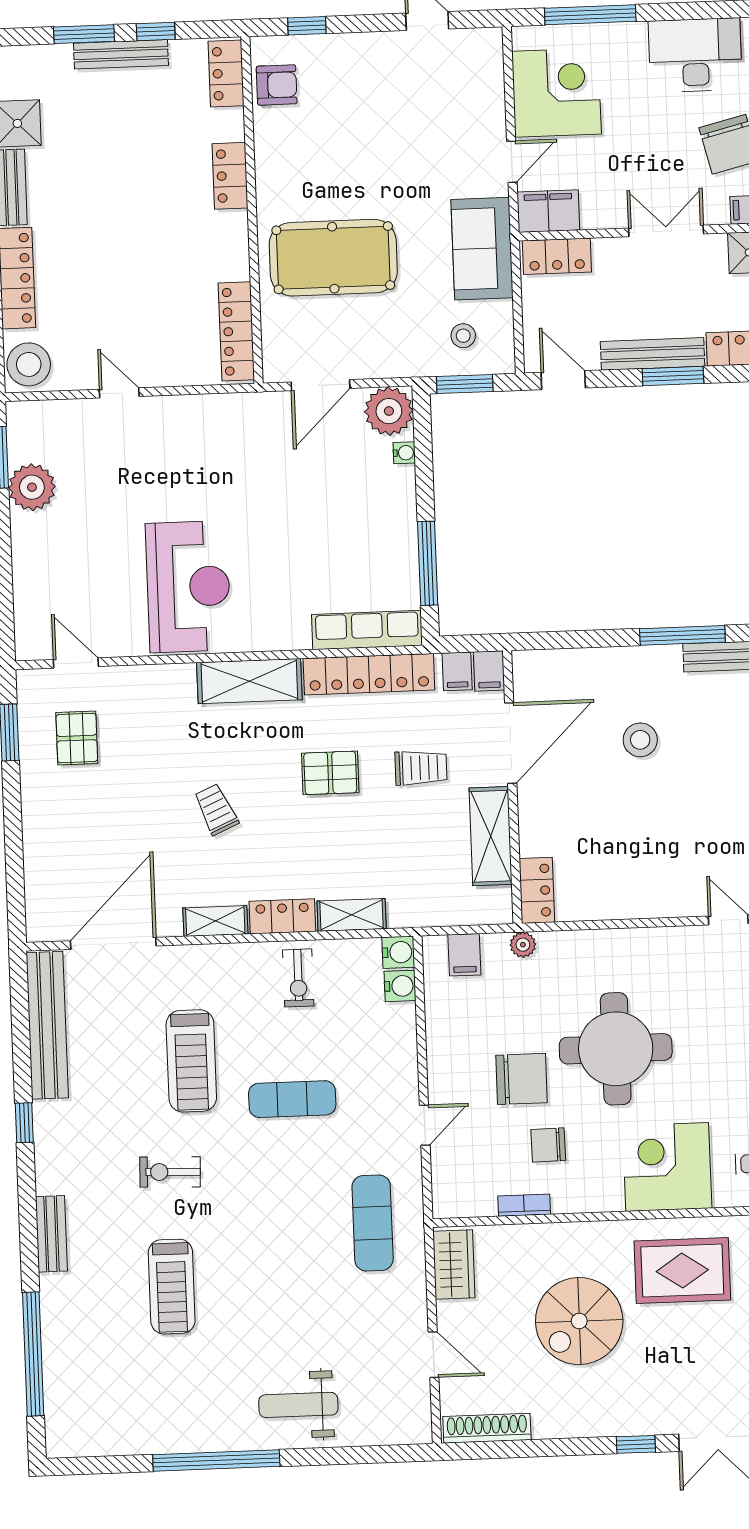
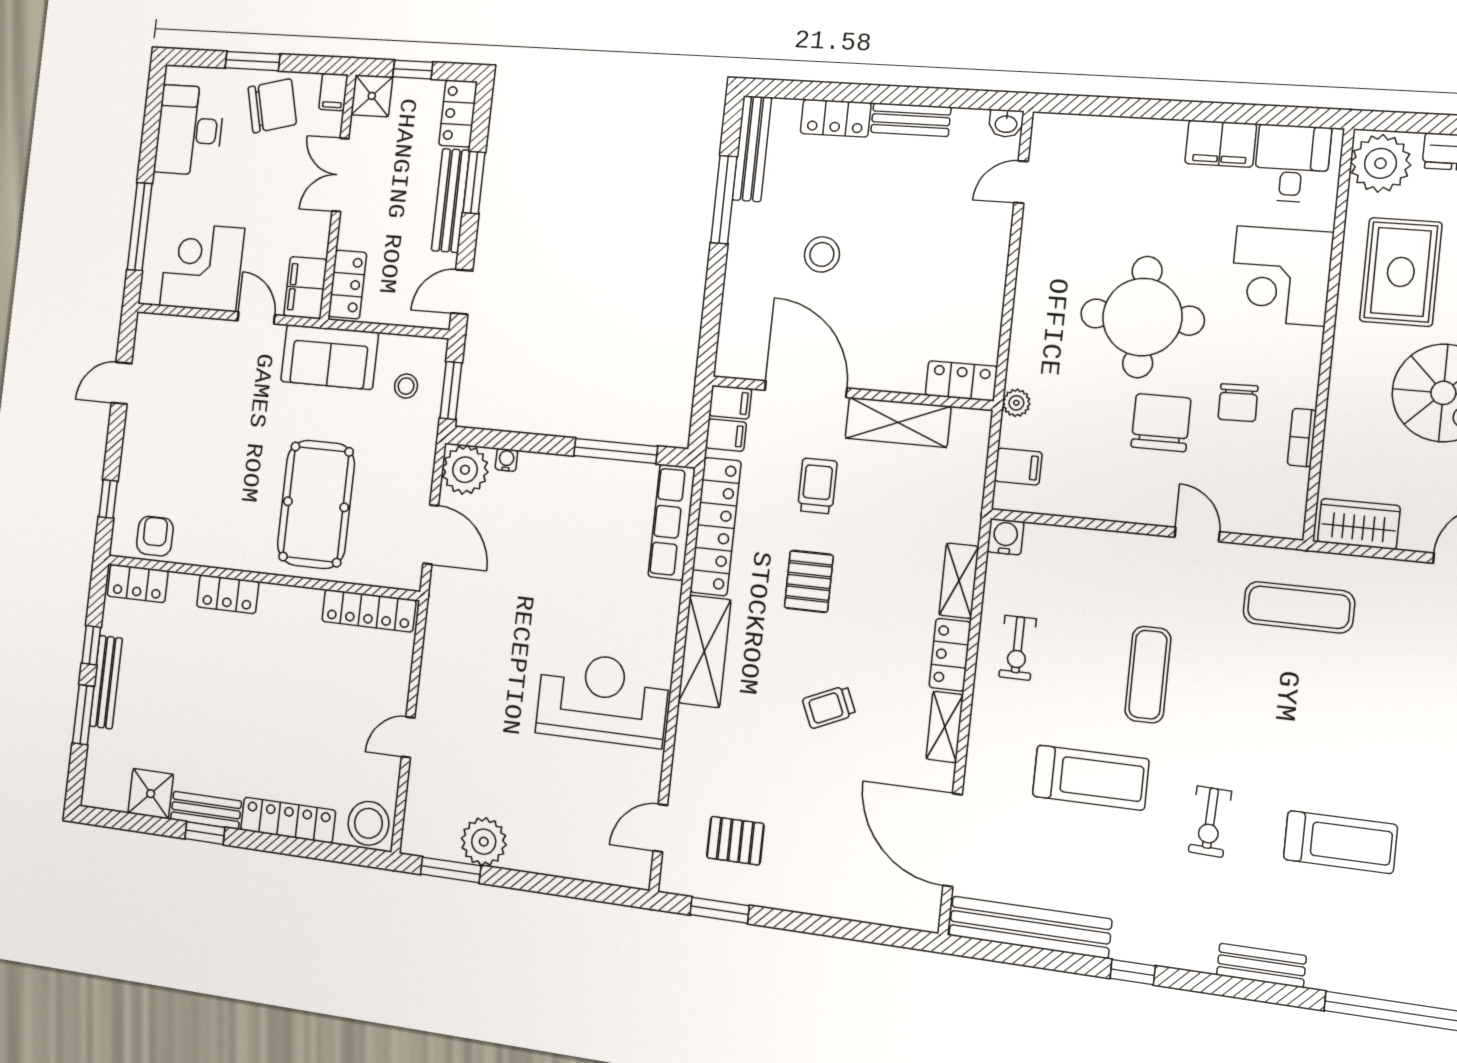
exercise bike: (298, 978) -> (1018, 648), turned 90
water cooler: (400, 986) -> (1042, 540), removed

